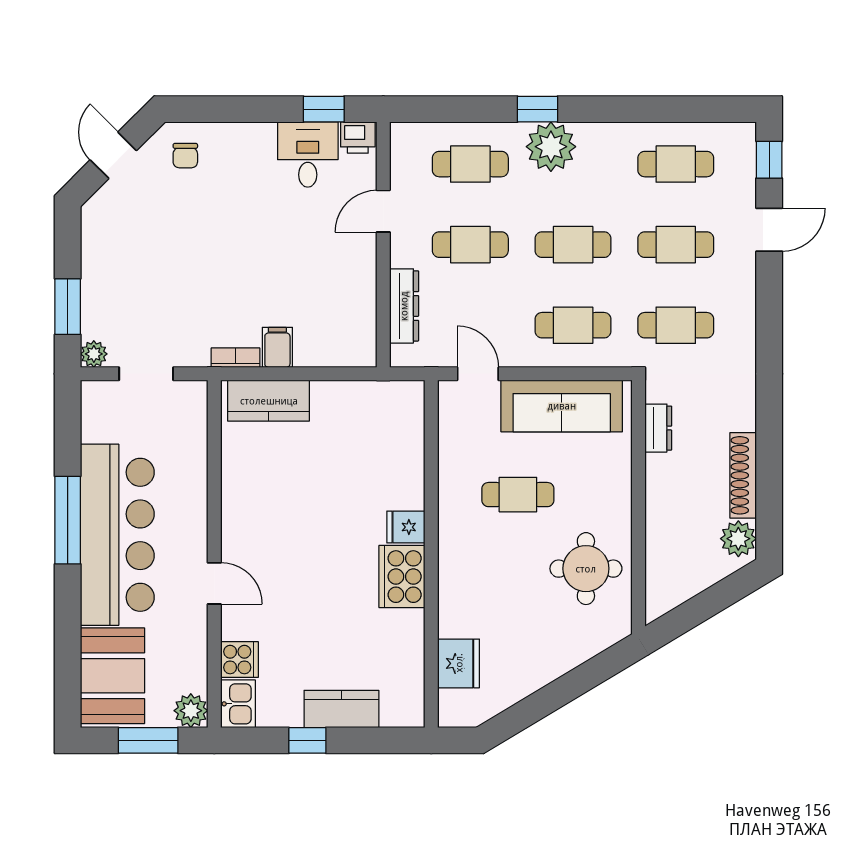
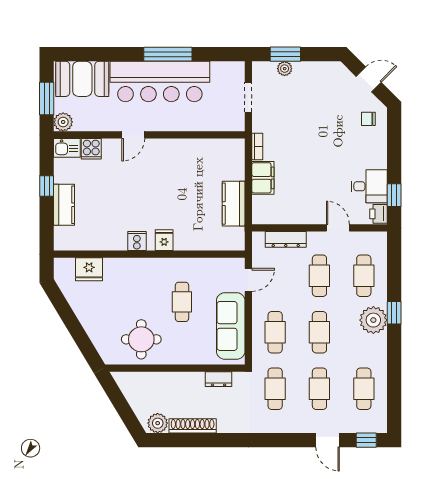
filing cabinet: (277, 347) -> (263, 178), width x2.00
plant: (94, 354) -> (285, 69), moved
kitchen counter: (269, 401) -> (234, 204), moved
cooker: (402, 577) -> (137, 241), width x0.53, depth x0.76

